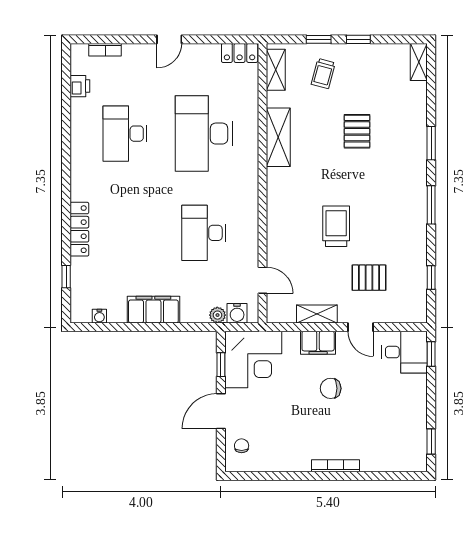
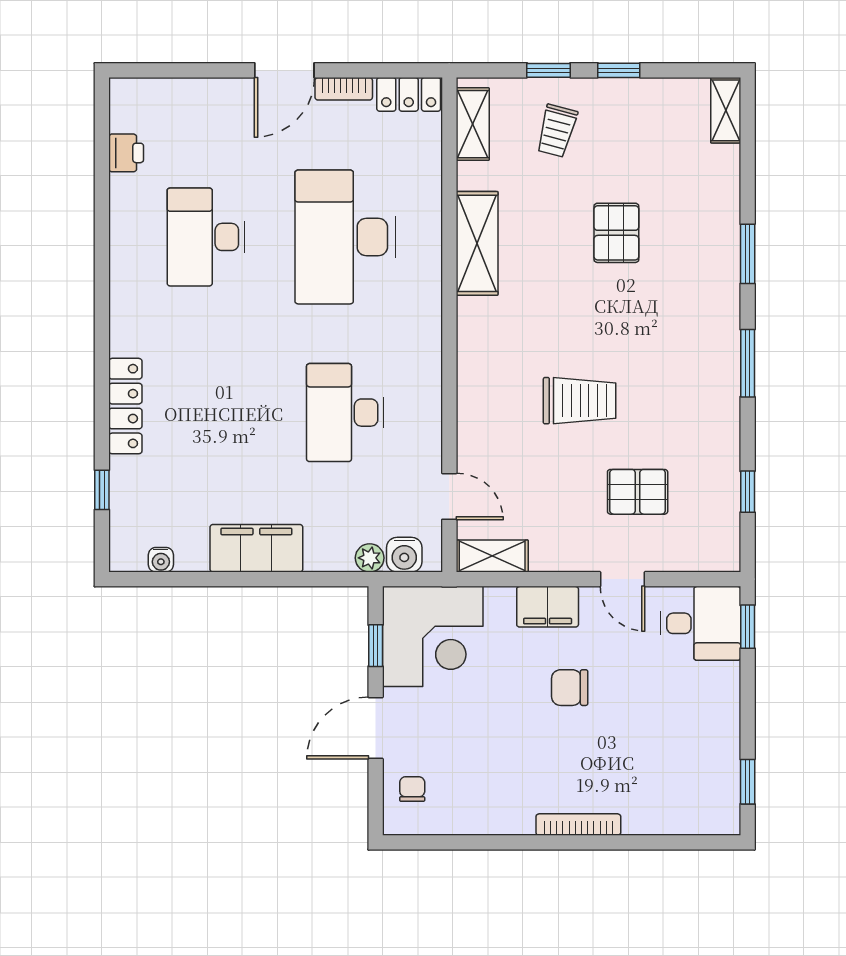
door: (169, 39) -> (284, 70), width x1.38
bookcase: (105, 50) -> (344, 89), moved
trolley: (336, 226) -> (580, 401), turned 90
shelving: (317, 314) -> (492, 556), moved

